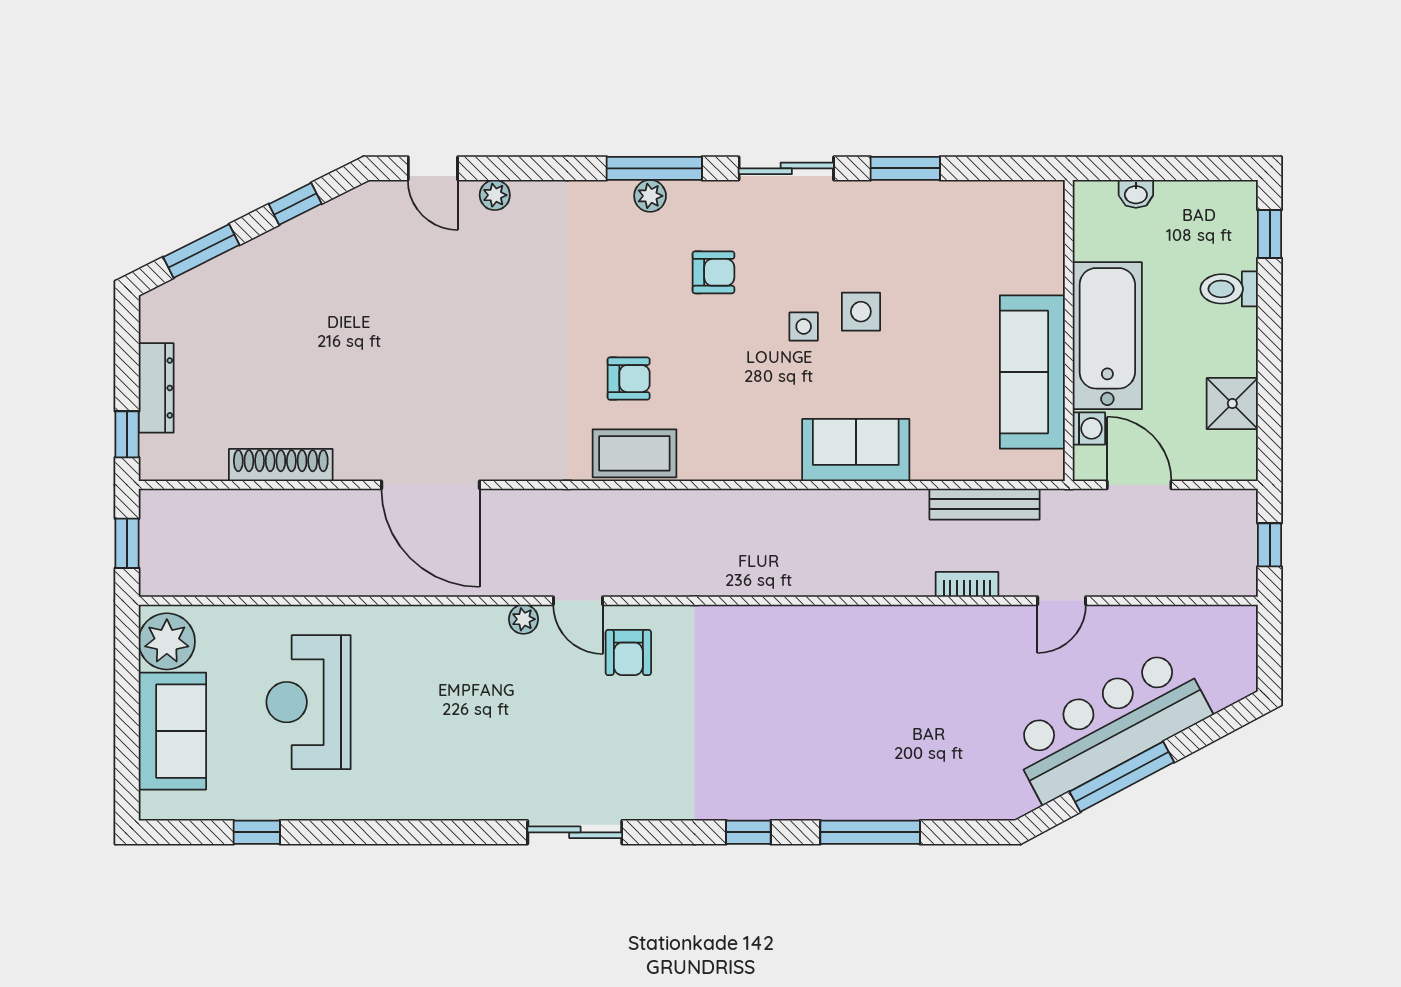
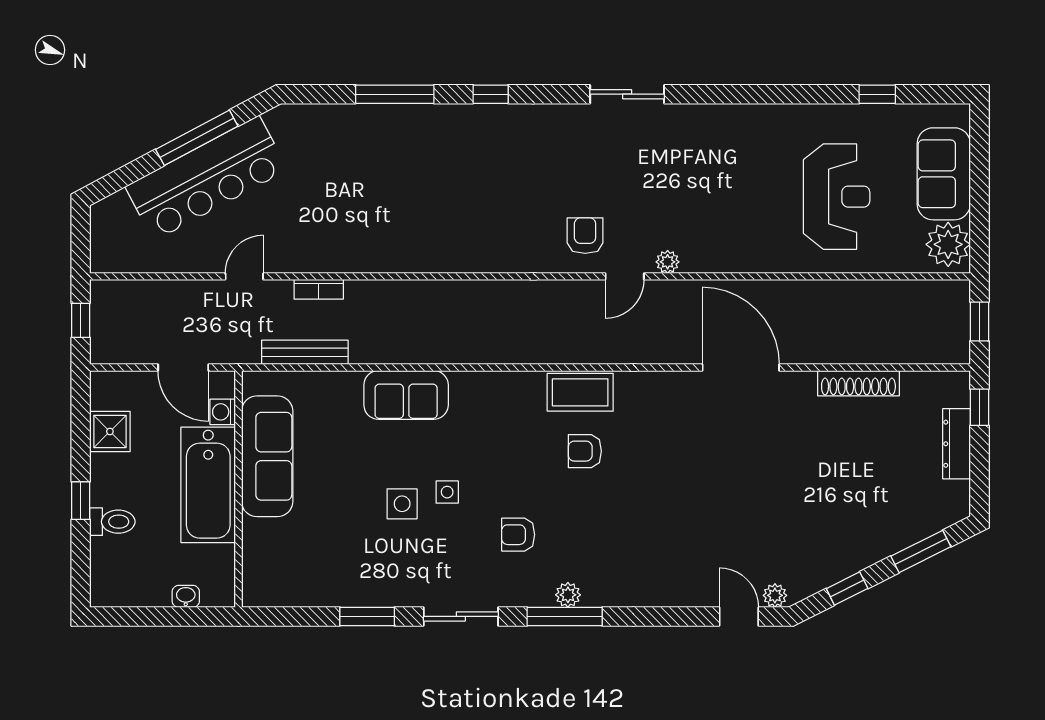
plant: (495, 195) -> (775, 595), moved
window: (1270, 234) -> (81, 501), moved
door: (578, 601) -> (625, 276), swing flipped

